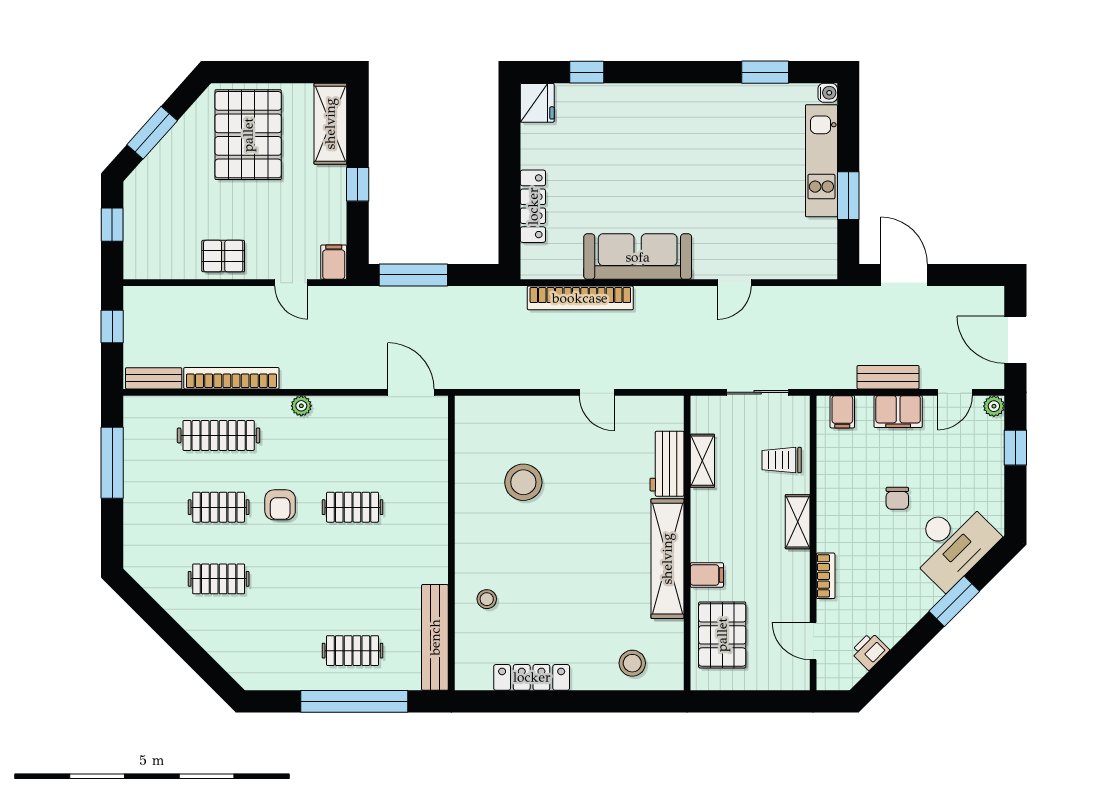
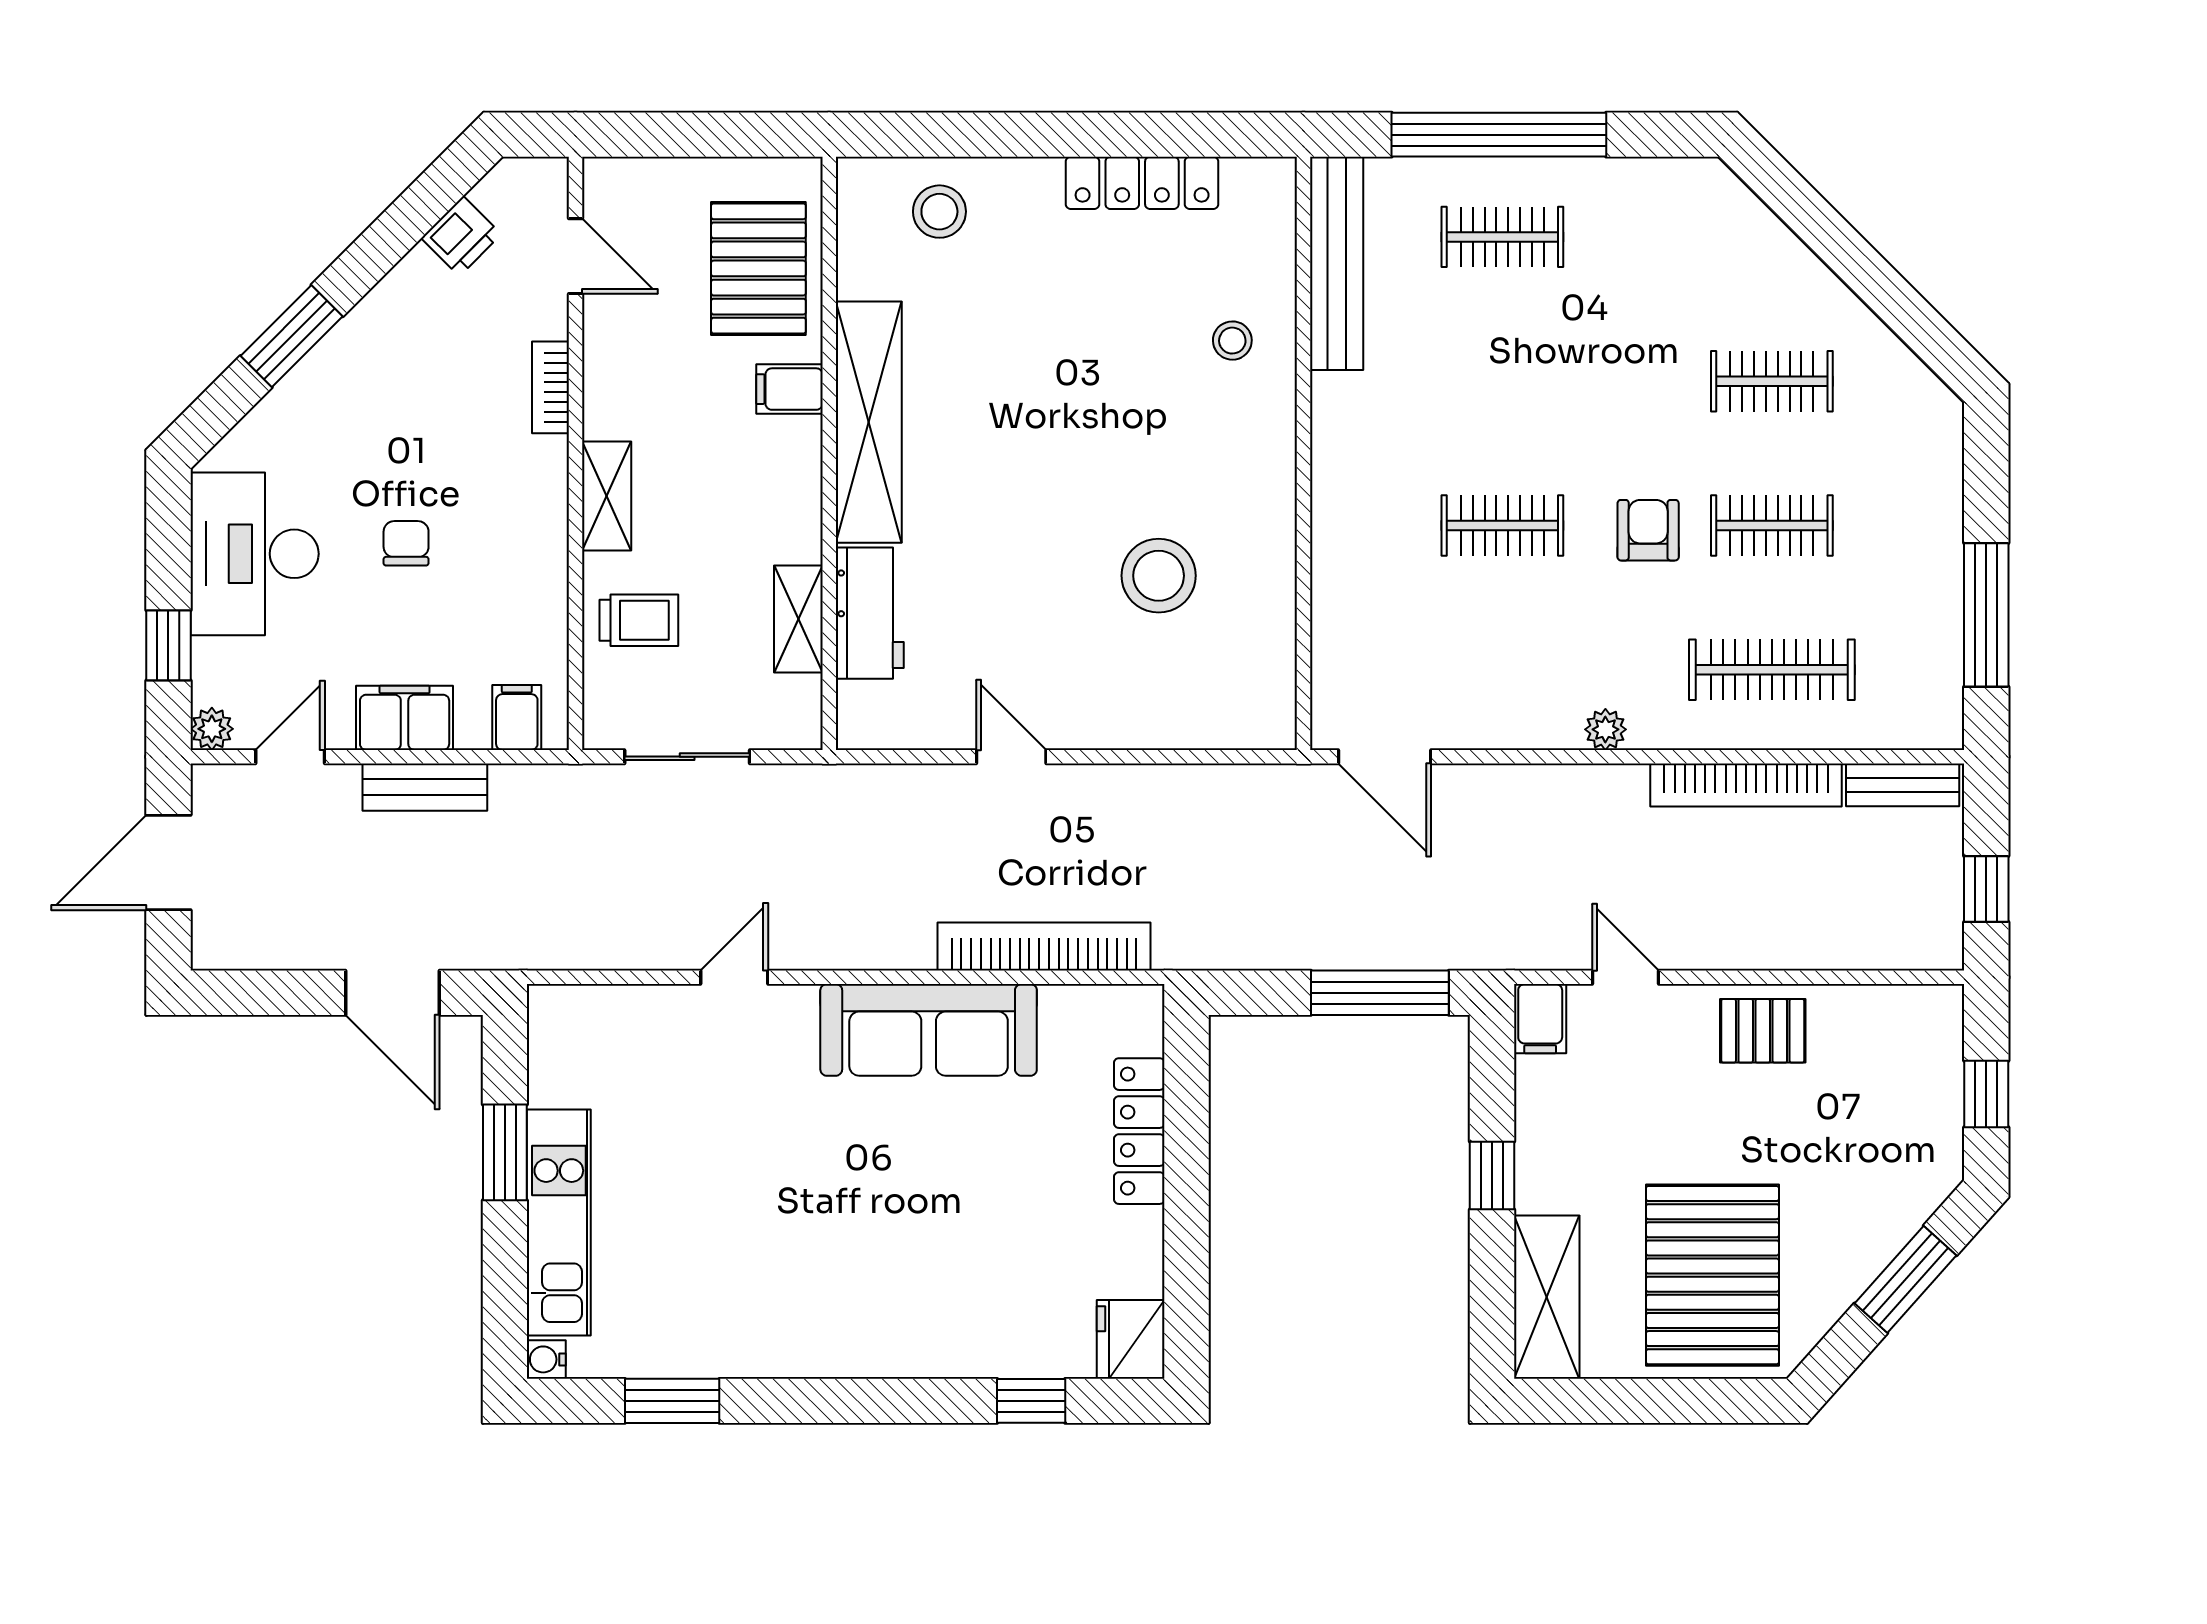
door: (1015, 340) -> (168, 862), swing flipped
desk: (952, 543) -> (255, 554), moved, turned -45

